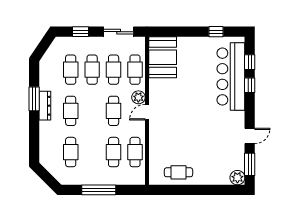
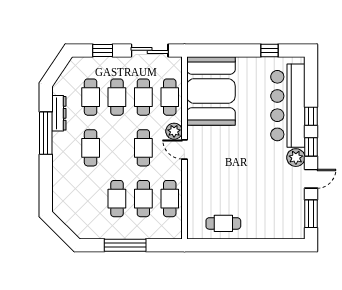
booth: (163, 57) -> (211, 91), width x1.36, depth x1.42
window: (250, 62) -> (311, 147), moved
window: (34, 99) -> (46, 133), width x1.44
dresser: (45, 106) -> (59, 113), moved
door: (147, 112) -> (184, 149), hinge flipped
cafe table: (71, 152) -> (117, 199), moved
plant: (237, 178) -> (296, 158), moved

